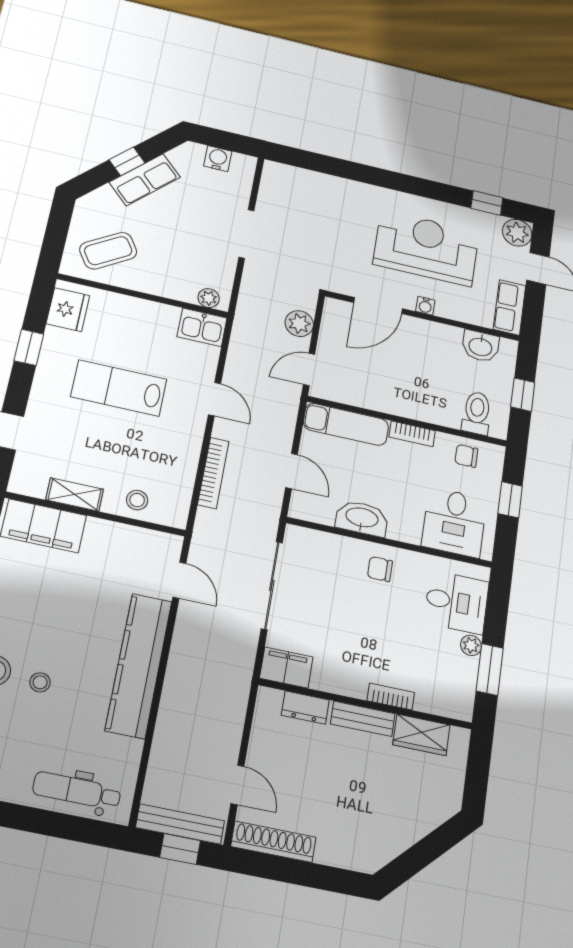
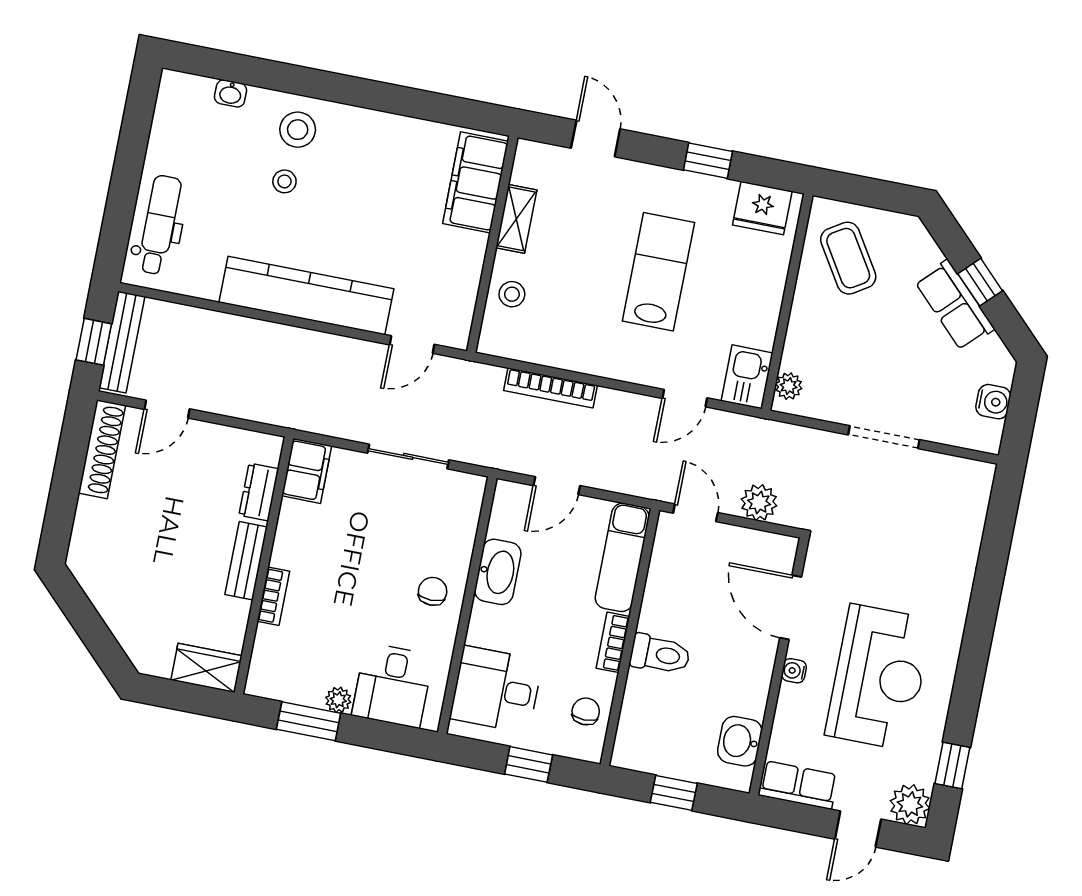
door: (215, 399) -> (685, 398), moved
toilet: (477, 413) -> (660, 654), moved
sliding door: (272, 585) -> (408, 456), width x0.73
wardrobe: (421, 735) -> (206, 668), moved, turned 90

